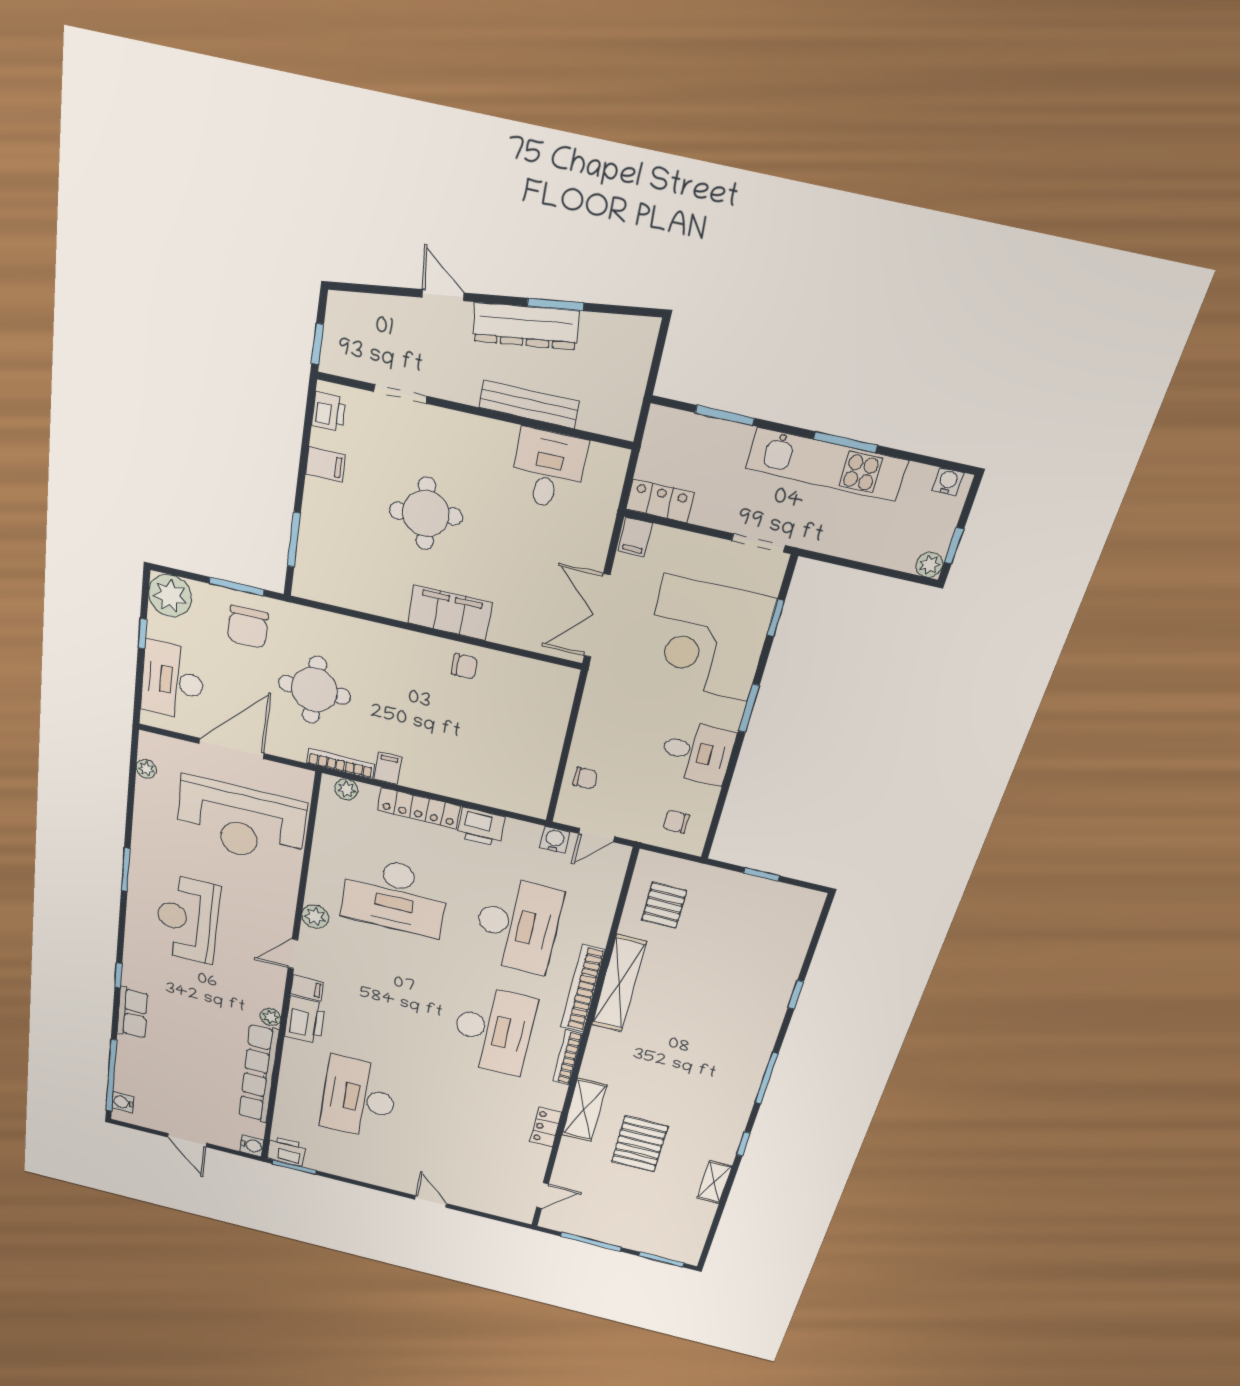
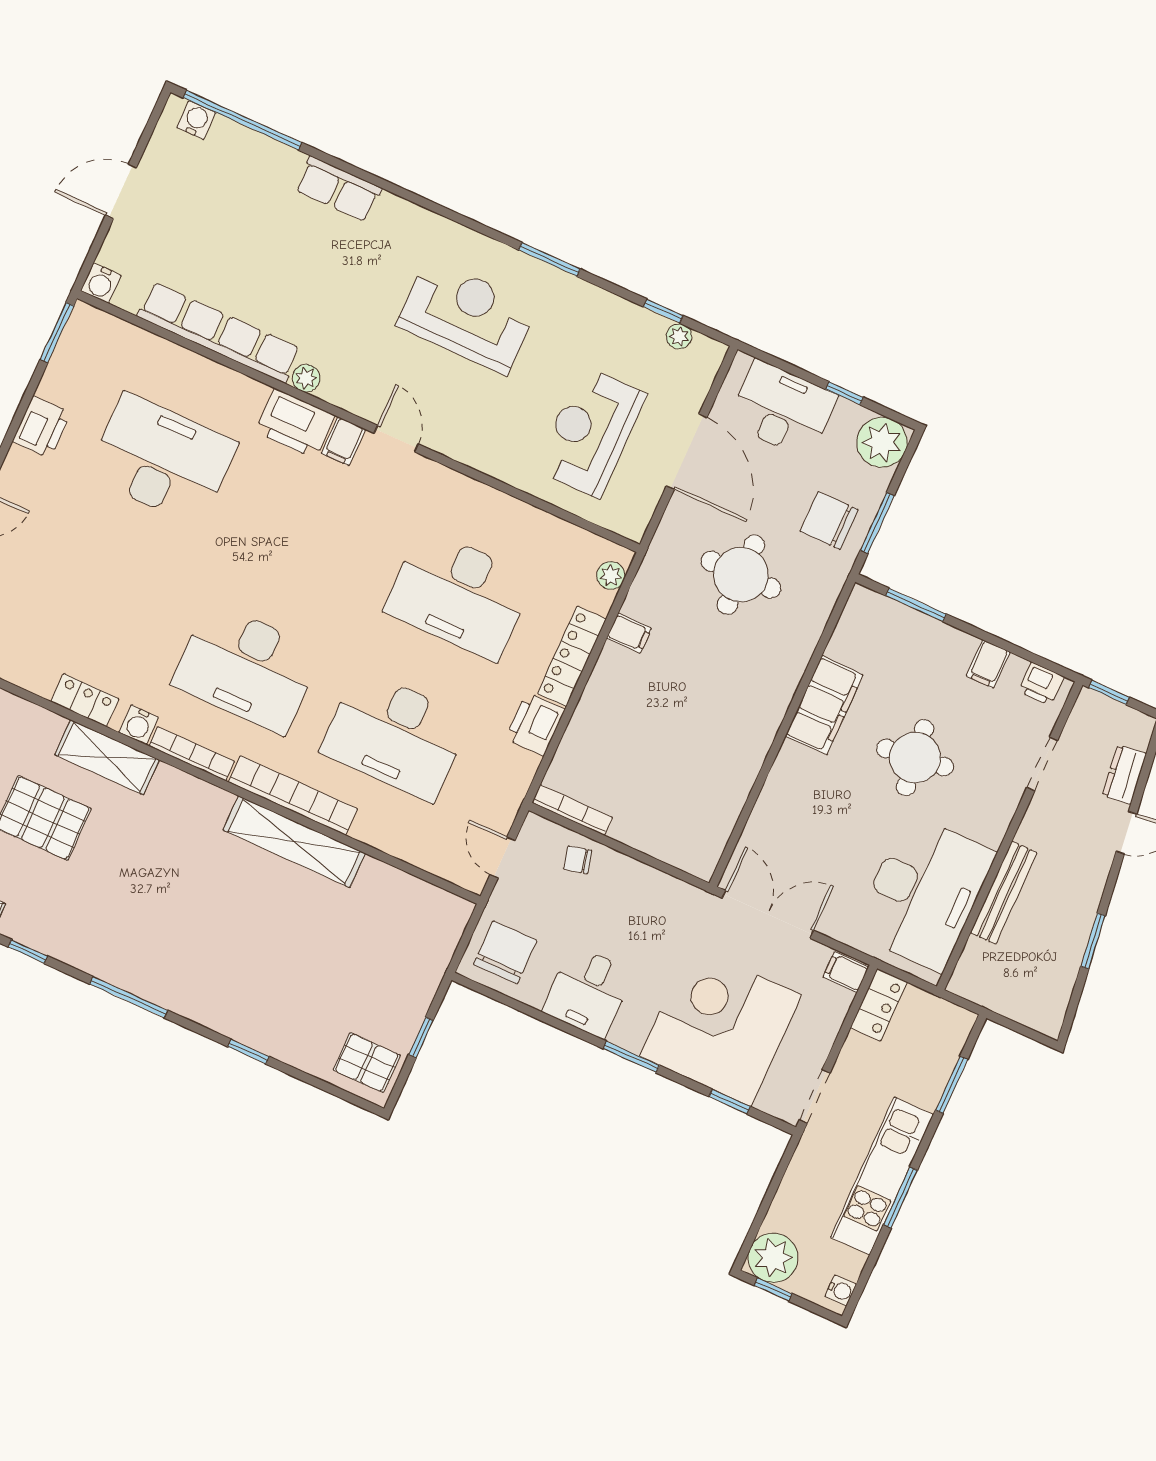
dresser: (526, 326) -> (1124, 775), moved, width x0.51, depth x0.80
desk: (548, 469) -> (924, 893), width x1.87, depth x1.30
plant: (929, 565) -> (773, 1258), width x1.88, depth x1.88
filing cabinet: (450, 613) -> (824, 705), moved
chair: (464, 666) -> (737, 755), removed
bookcase: (341, 764) -> (572, 810), moved, turned -90
chair: (585, 778) -> (578, 860), turned 77
reception desk: (241, 821) -> (591, 432), width x0.74, depth x0.77
chair: (676, 822) -> (505, 952), width x1.87, depth x1.87
water cooler: (555, 840) -> (139, 725), moved, turned 90
desk: (395, 896) -> (459, 594), turned -90
pallet: (664, 905) -> (367, 1063), moved
plant: (315, 917) -> (446, 484), removed
window: (118, 975) -> (663, 311), moved
printer: (286, 1151) -> (42, 427), moved

